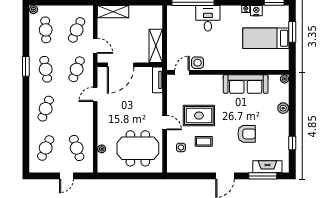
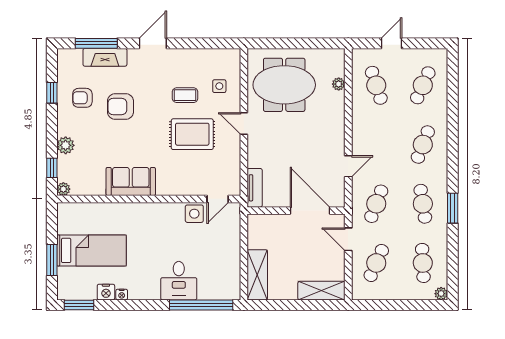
shelving: (156, 46) -> (257, 275), moved
door: (121, 65) -> (310, 211), hinge flipped
sofa: (246, 84) -> (131, 181), width x0.73
window: (292, 93) -> (52, 168), added
armchair: (272, 140) -> (82, 98), added
fireplace: (267, 167) -> (105, 57), moved

